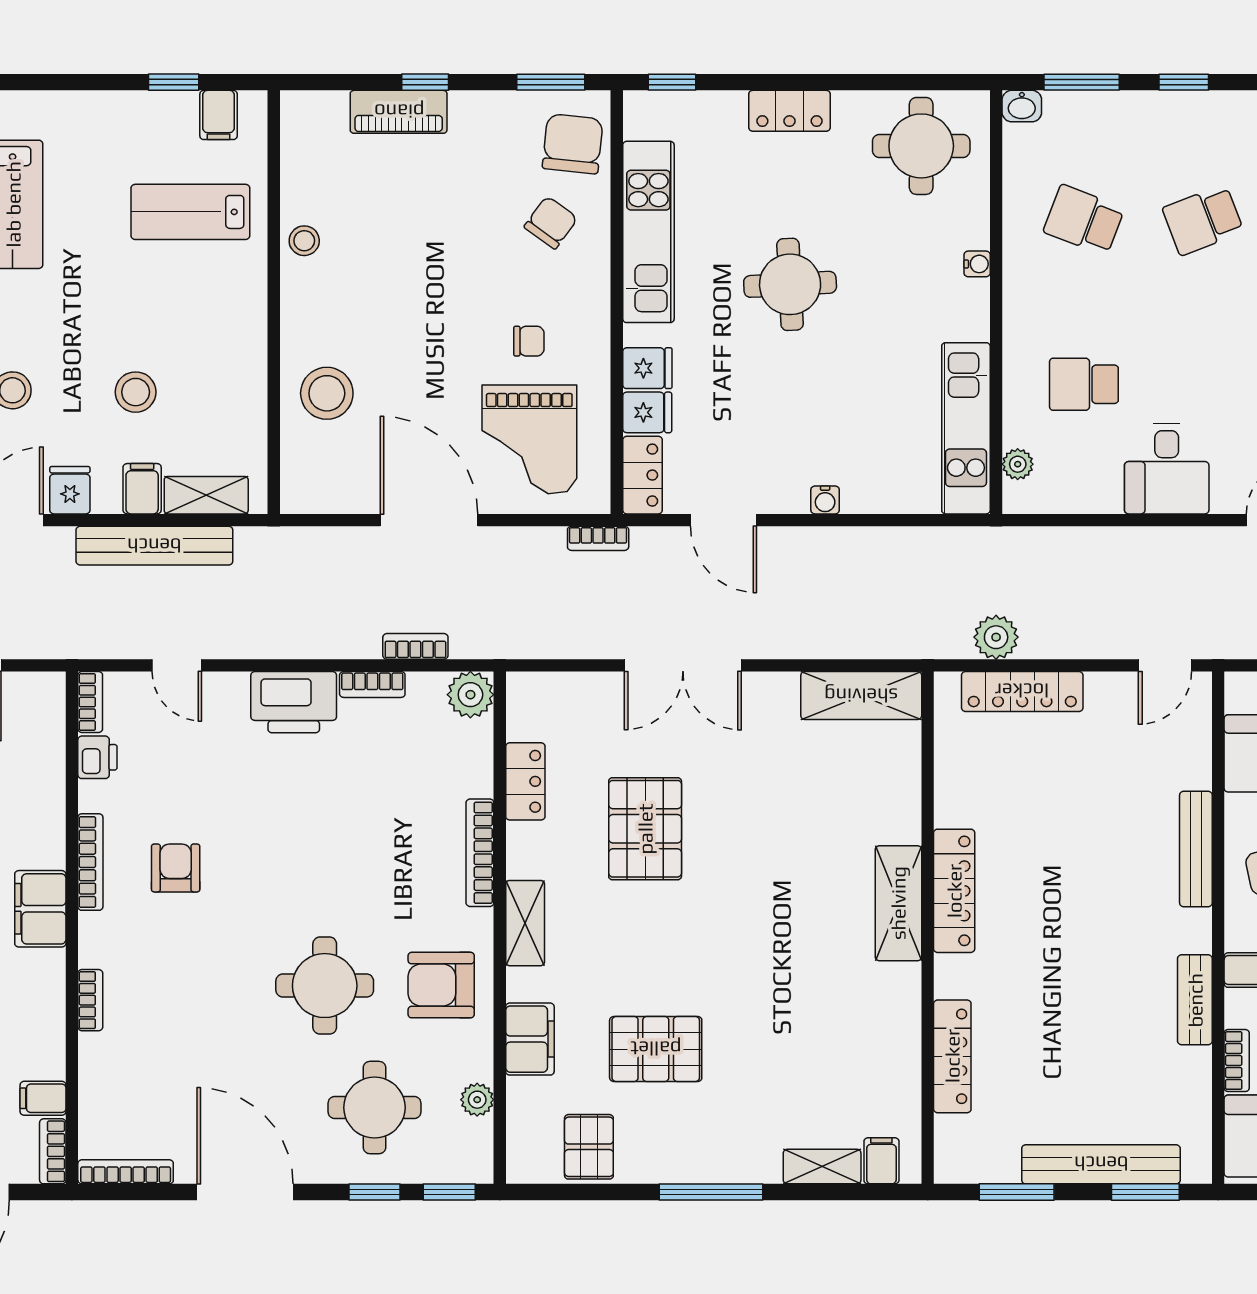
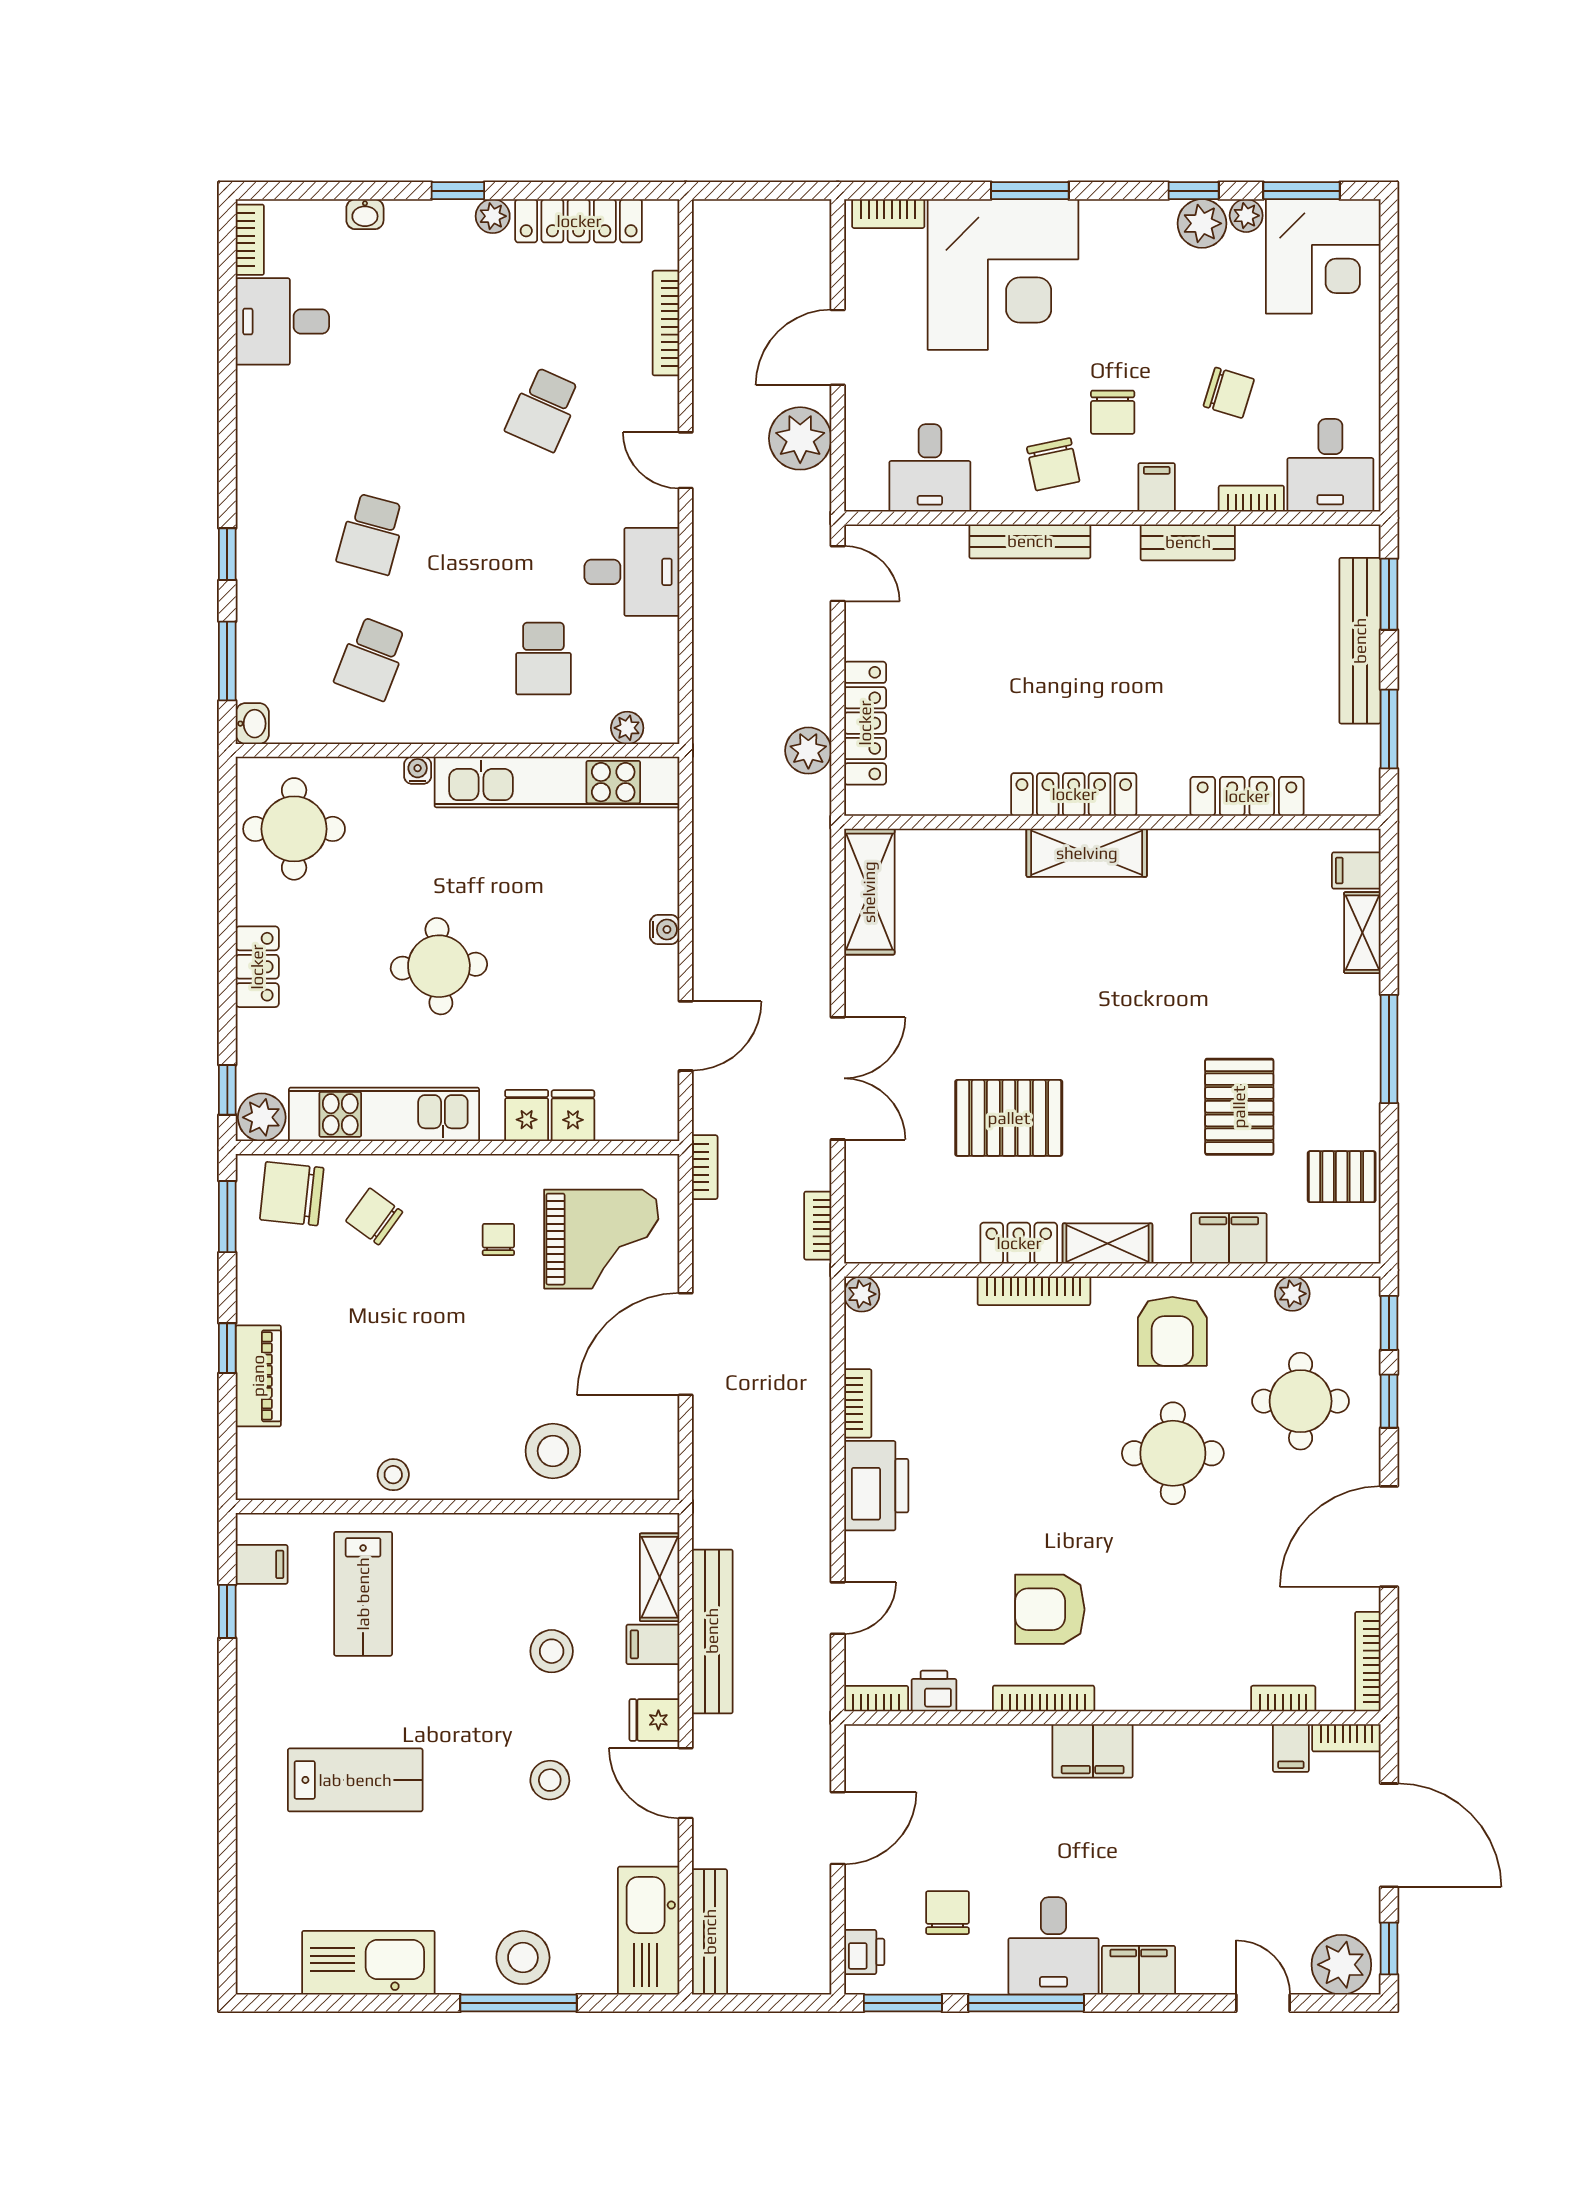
plant: (646, 115) -> (262, 1117), added
school desk: (1203, 220) -> (372, 534), turned 36
kitchen unit: (966, 428) -> (557, 782), width x1.36
locker: (643, 475) -> (639, 1121), removed
bookcase: (415, 646) -> (818, 1226), moved
plant: (470, 695) -> (862, 1294), width x0.73, depth x0.73
locker: (525, 781) -> (1019, 1243), moved
armchair: (176, 868) -> (1050, 1609), width x1.38, depth x1.38
bookcase: (90, 1000) -> (1283, 1699), moved

